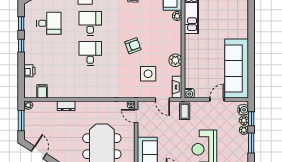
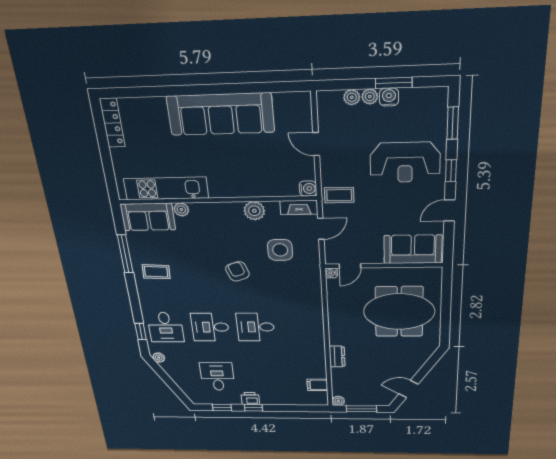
sofa: (237, 69) -> (221, 114), moved
printer: (29, 71) -> (250, 399), moved
water cooler: (243, 110) -> (389, 97), moved
window: (251, 119) -> (349, 85), removed

